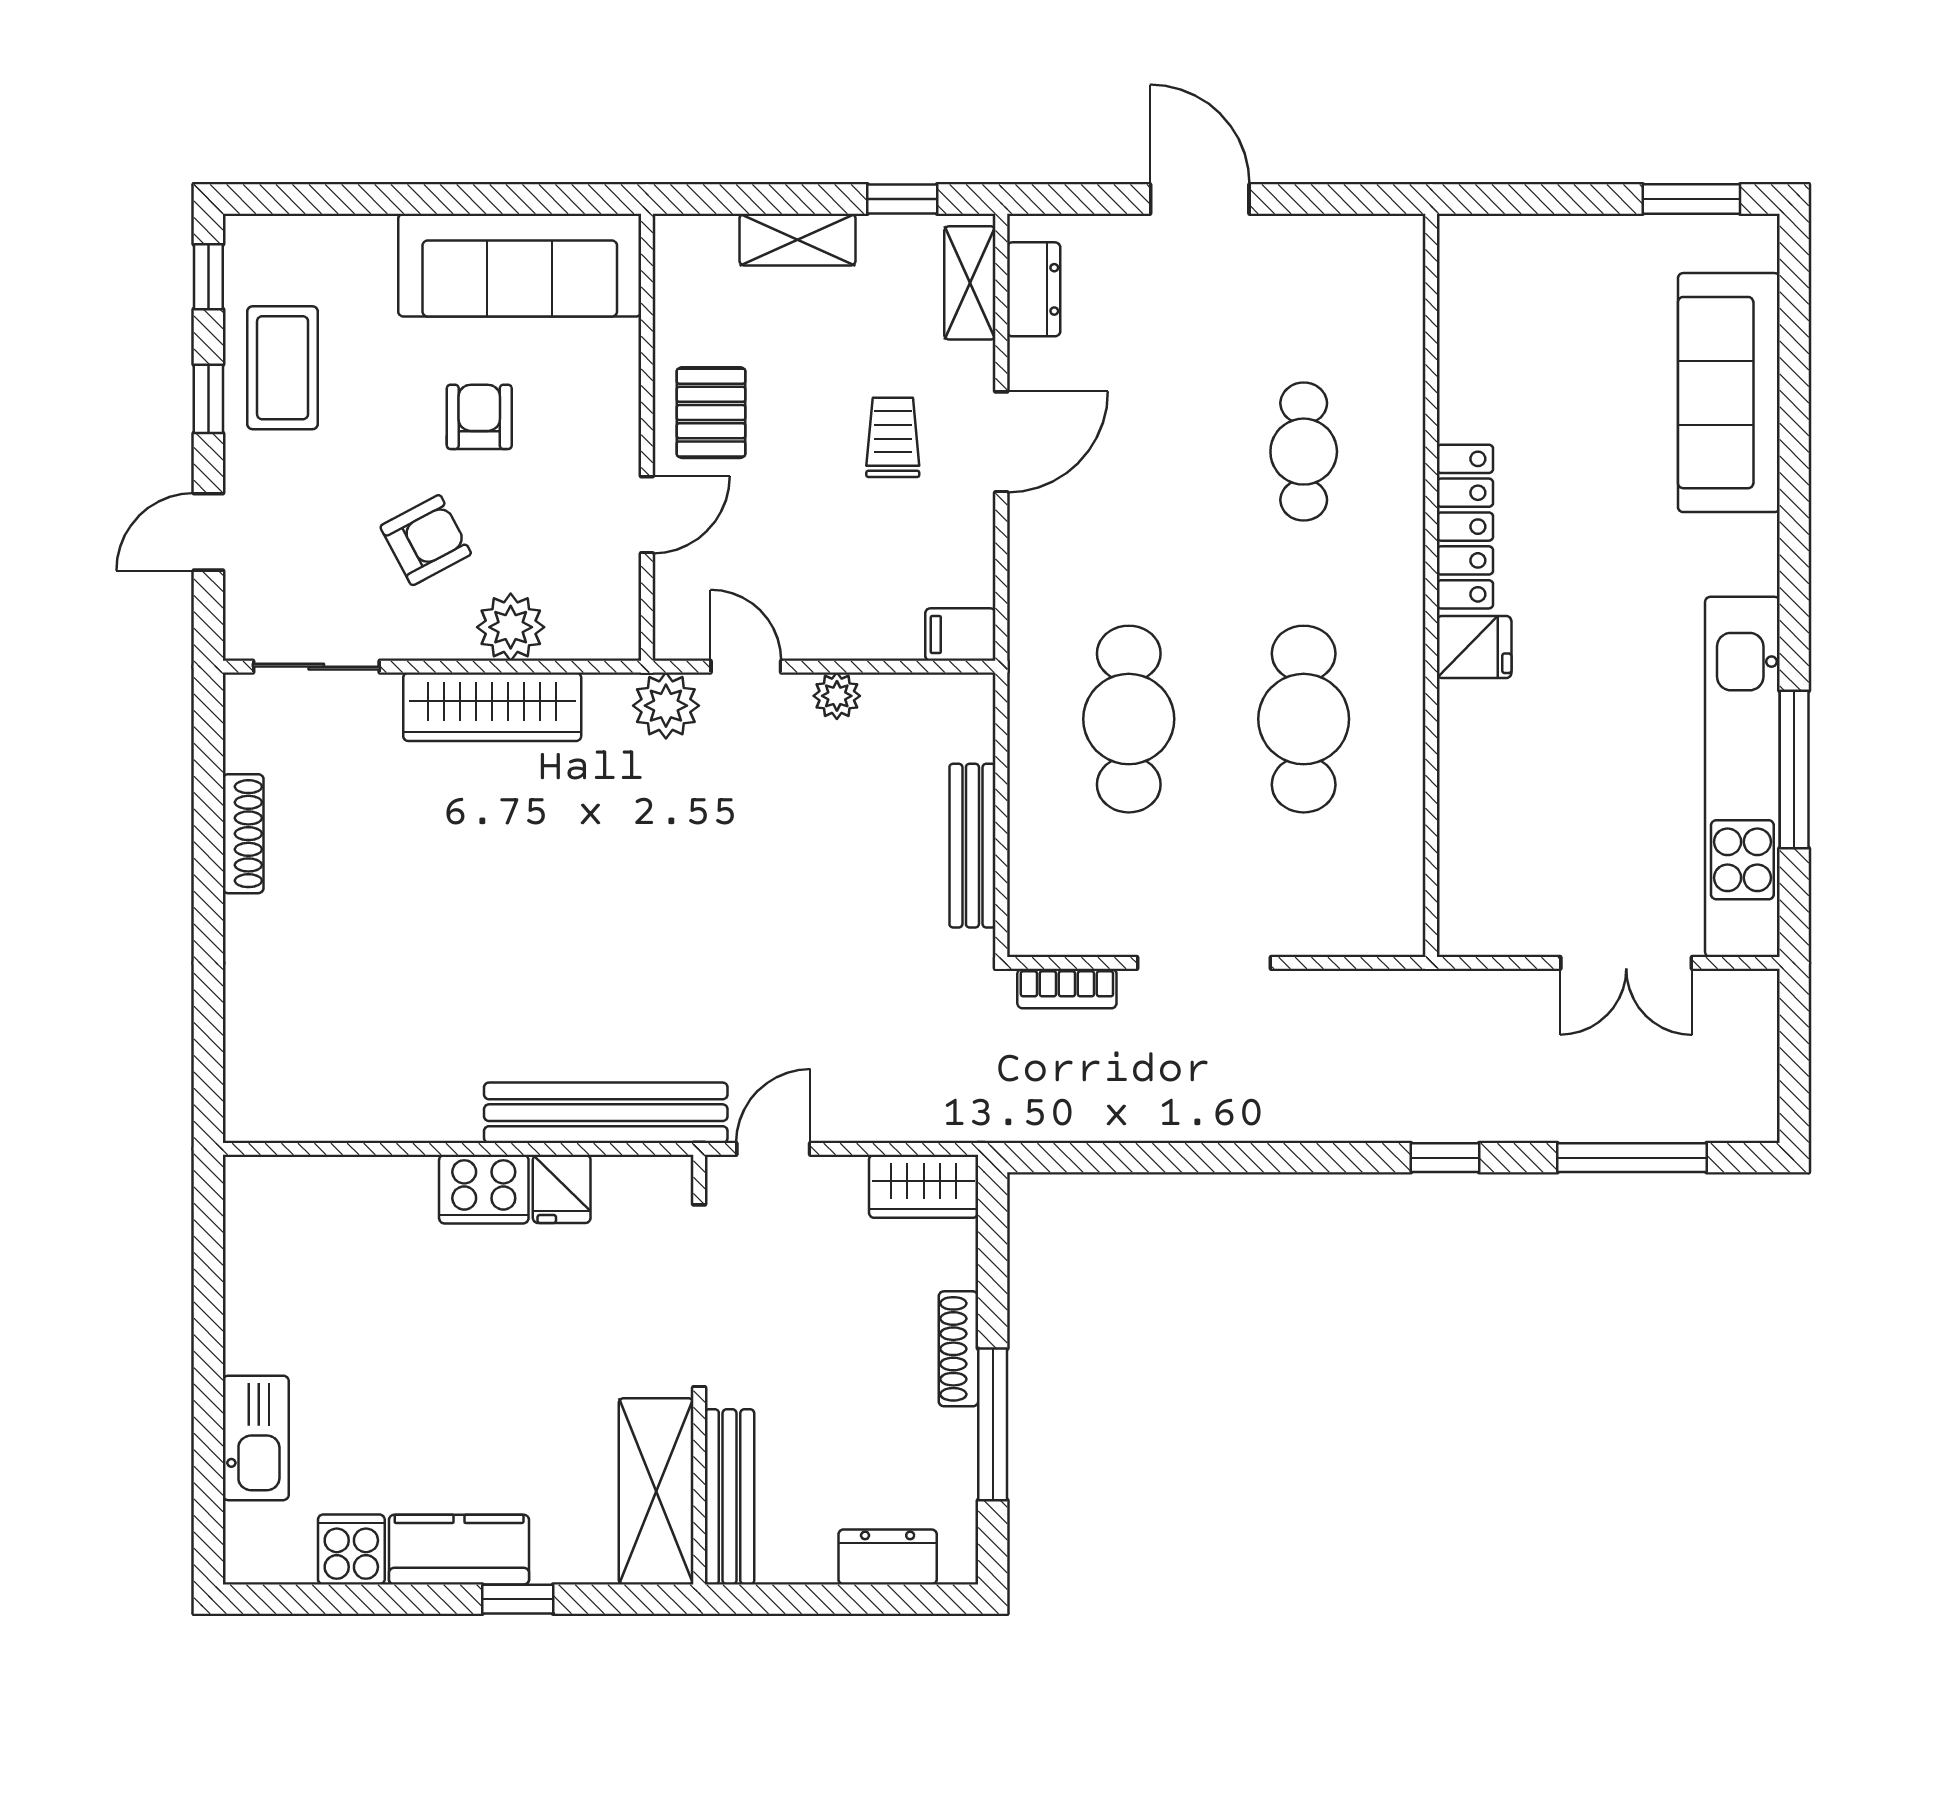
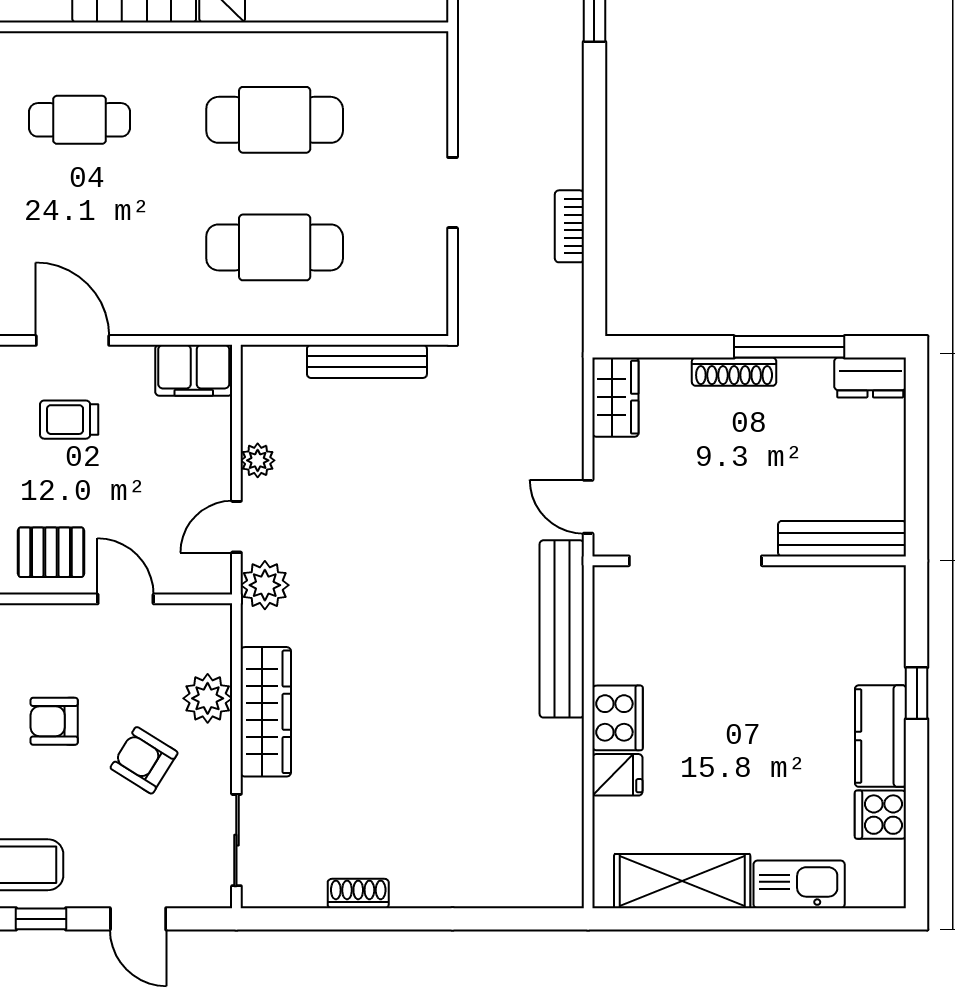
armchair: (426, 540) -> (144, 760), turned -30
filing cabinet: (960, 635) -> (194, 370), width x2.00
shoe rack: (243, 834) -> (358, 894), width x0.70
doorway: (1204, 963) -> (453, 193), width x0.73
bookcase: (1067, 989) -> (569, 226), moved, turned 180
fridge: (562, 1189) -> (617, 775), moved
shelving: (656, 1491) -> (682, 881), moved
dresser: (888, 1557) -> (870, 378), moved, turned -90

